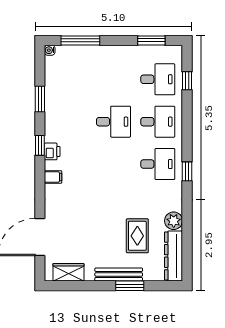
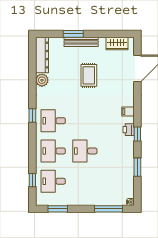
rug: (137, 236) -> (89, 75), moved

